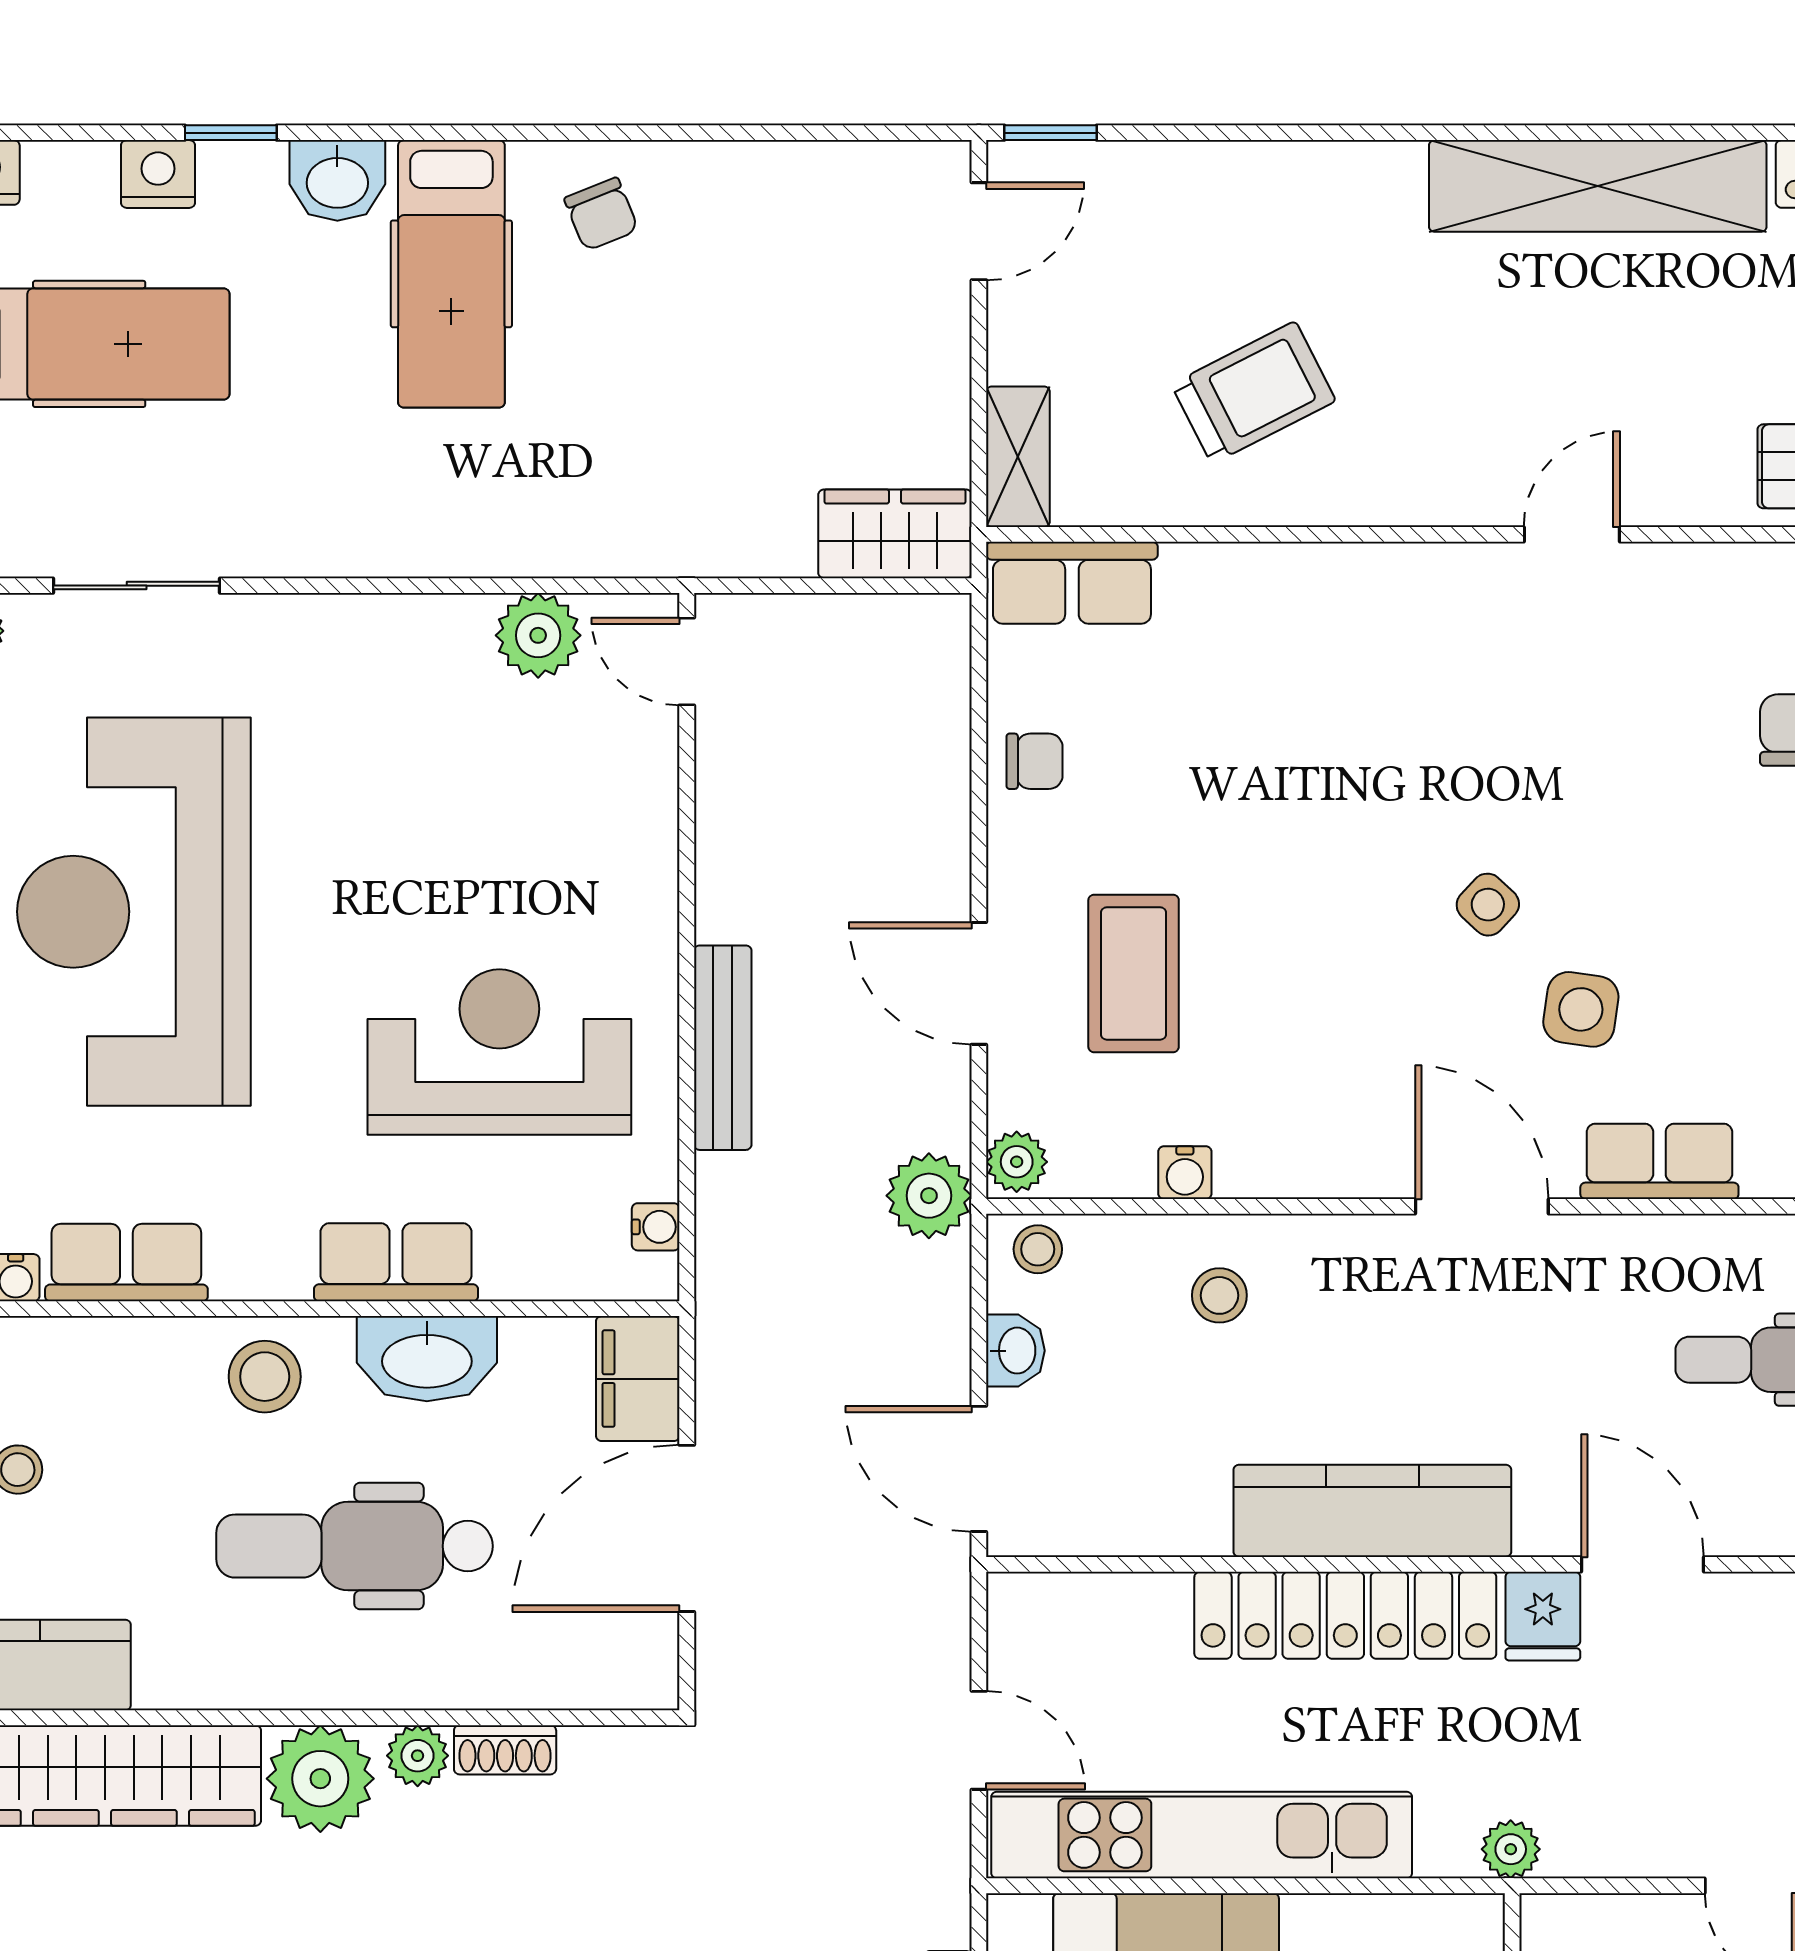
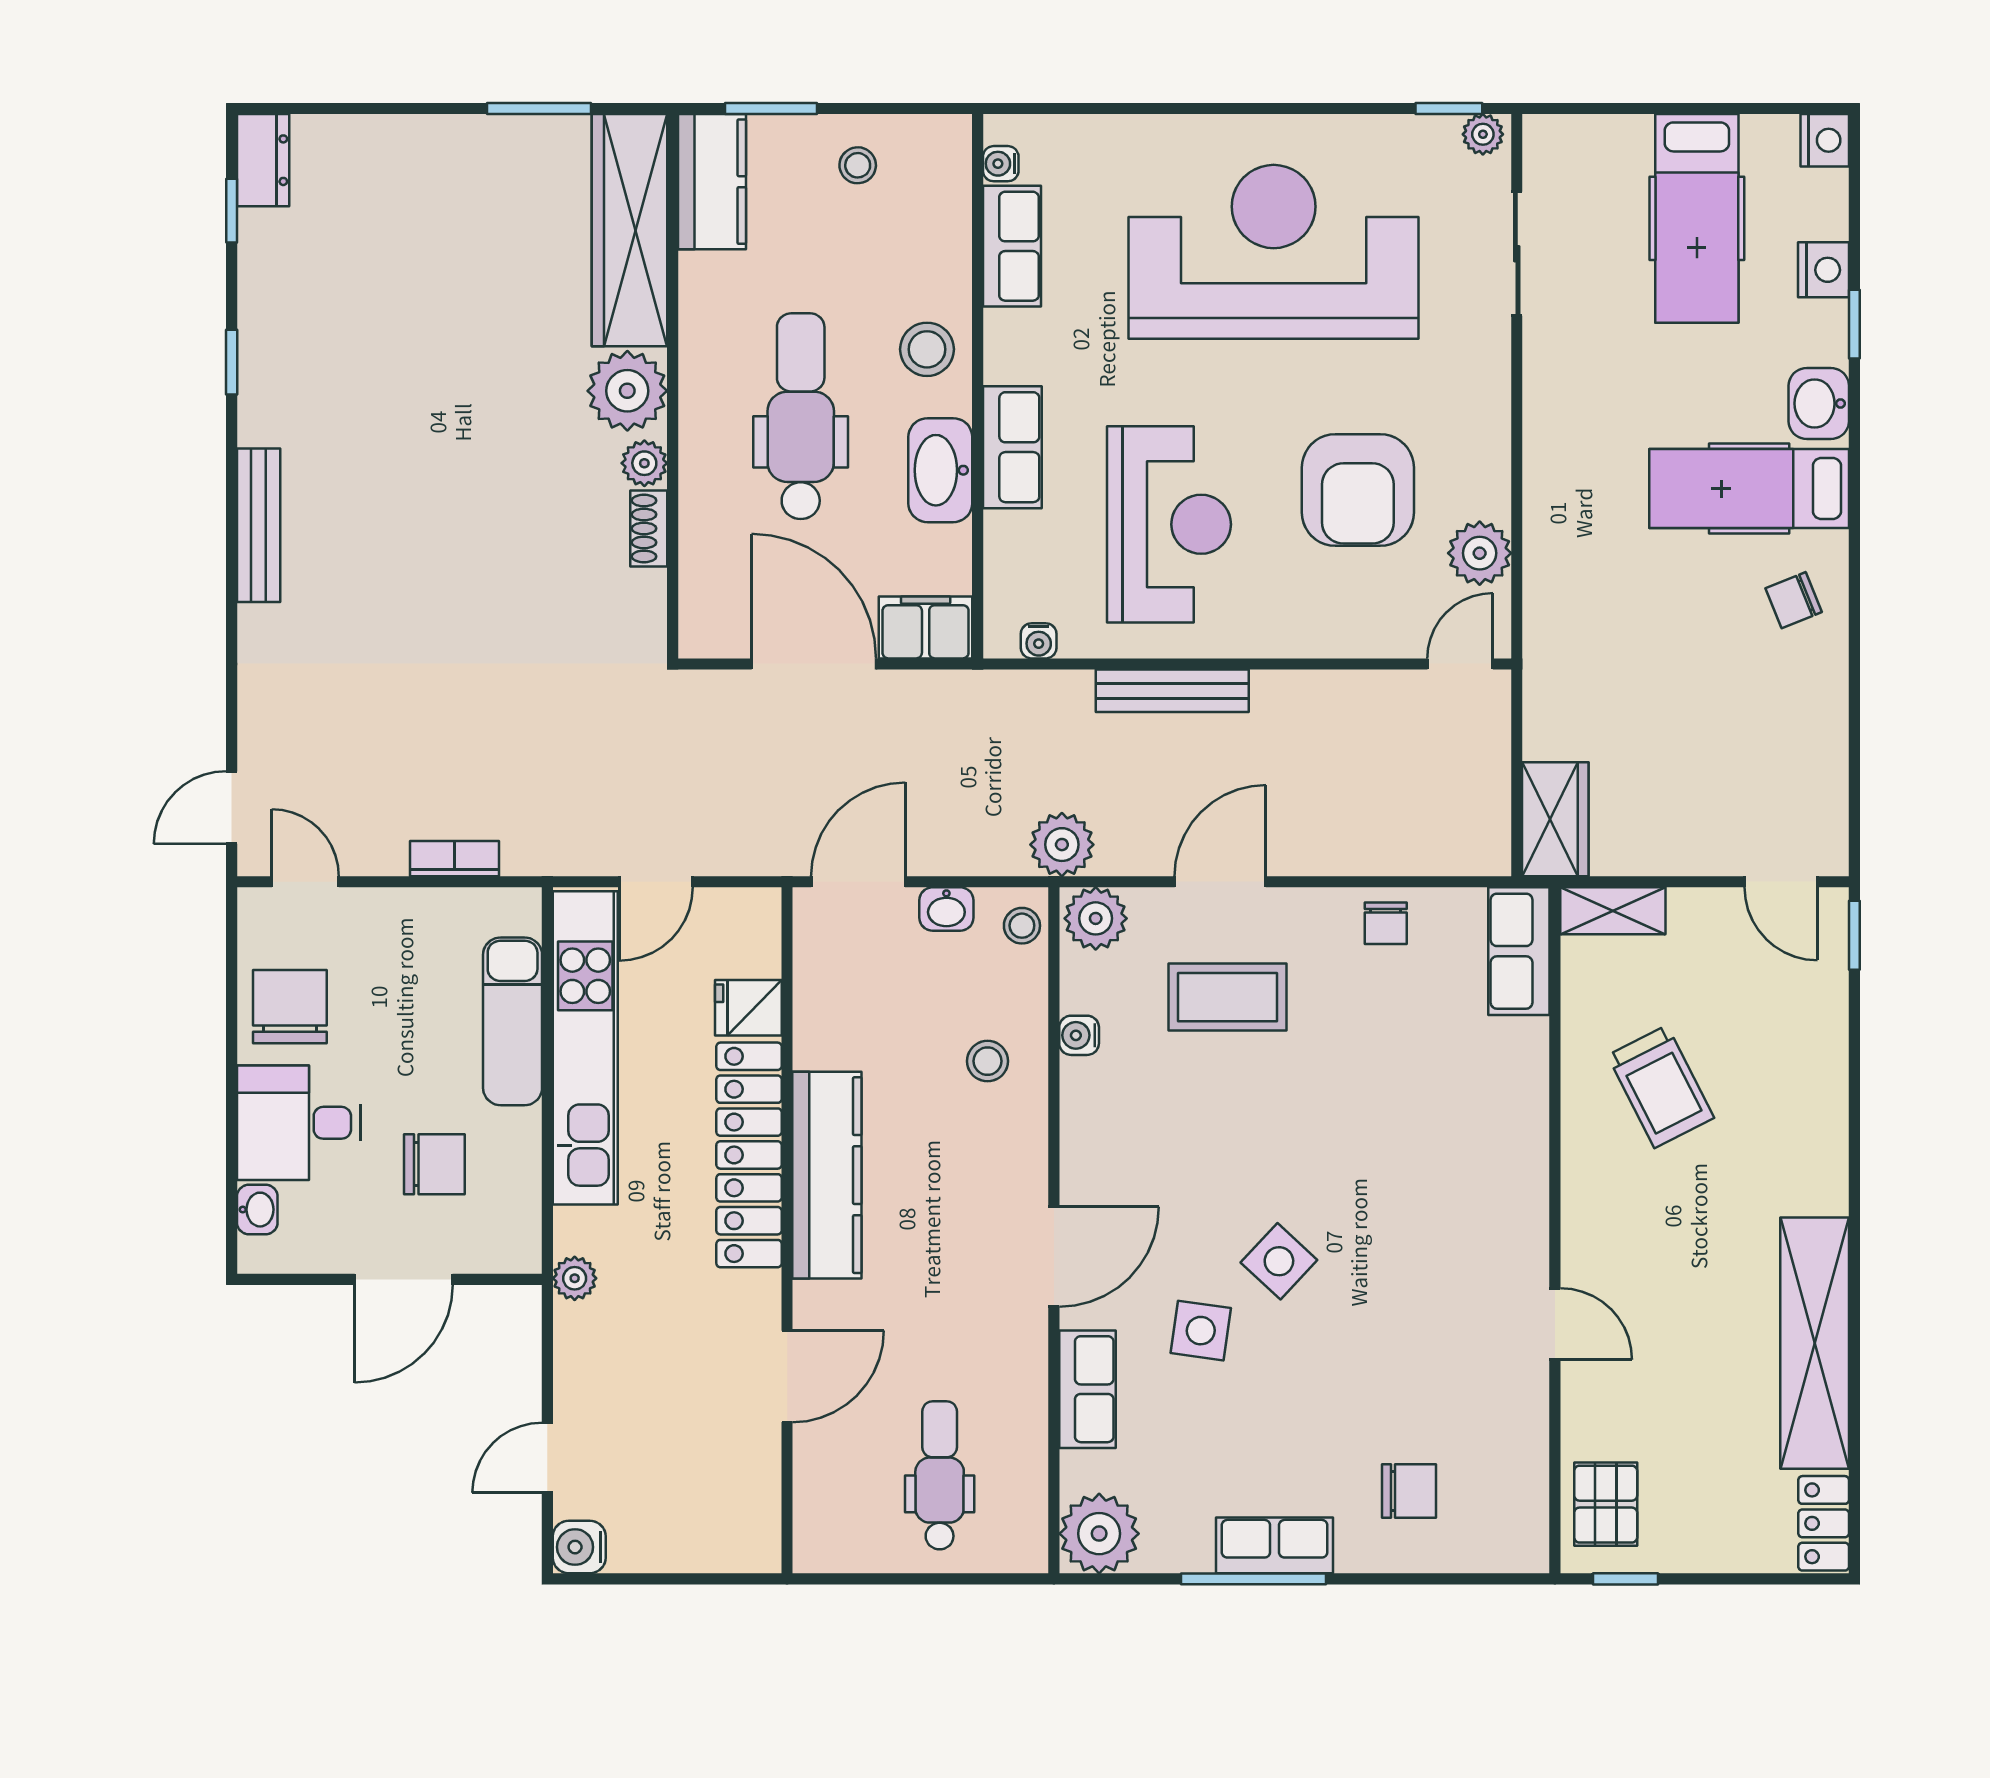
armchair: (453, 799) -> (1358, 490), added
side table: (1488, 905) -> (1279, 1261), width x1.37, depth x1.37
plant: (1017, 1162) -> (1096, 918), width x1.38, depth x1.38
fridge: (1543, 1616) -> (748, 1008), moved

